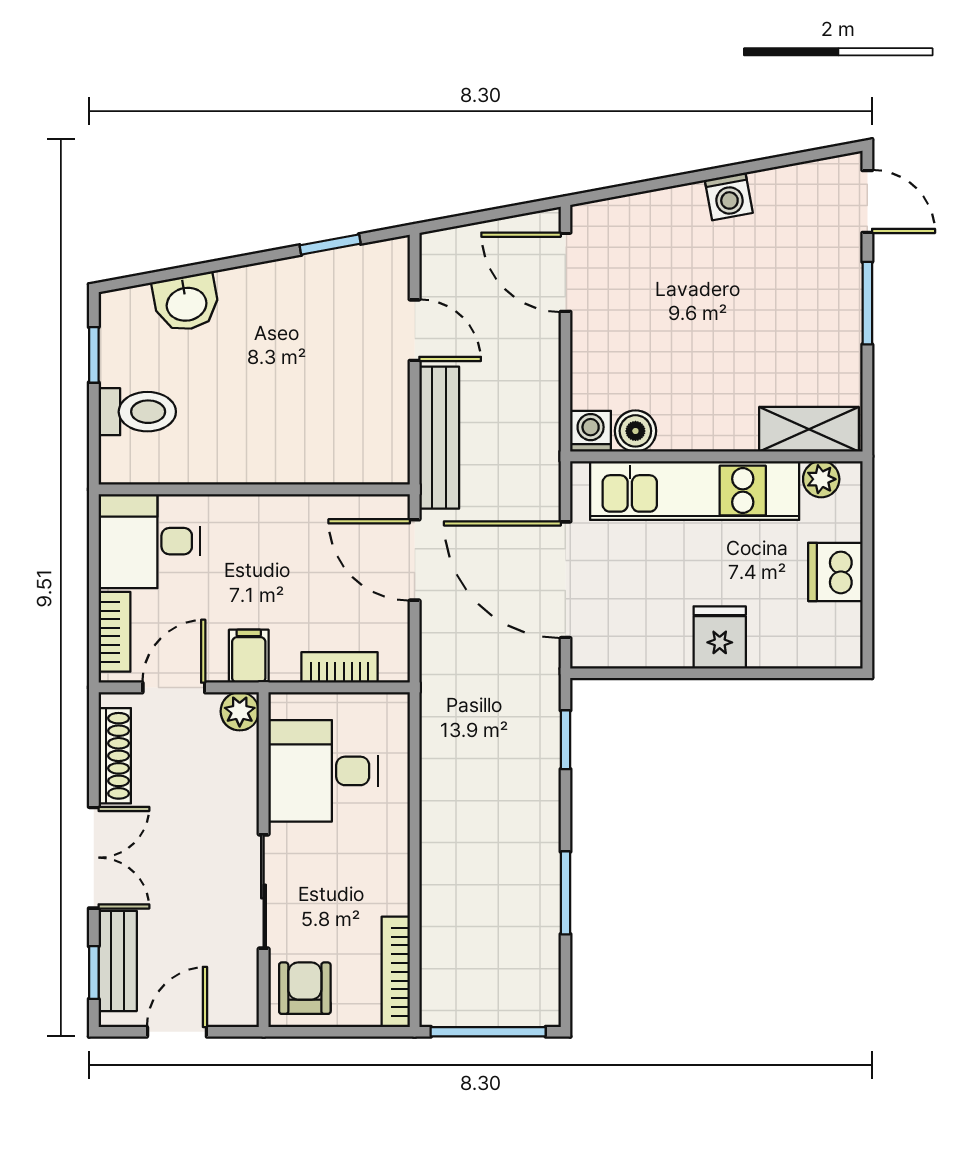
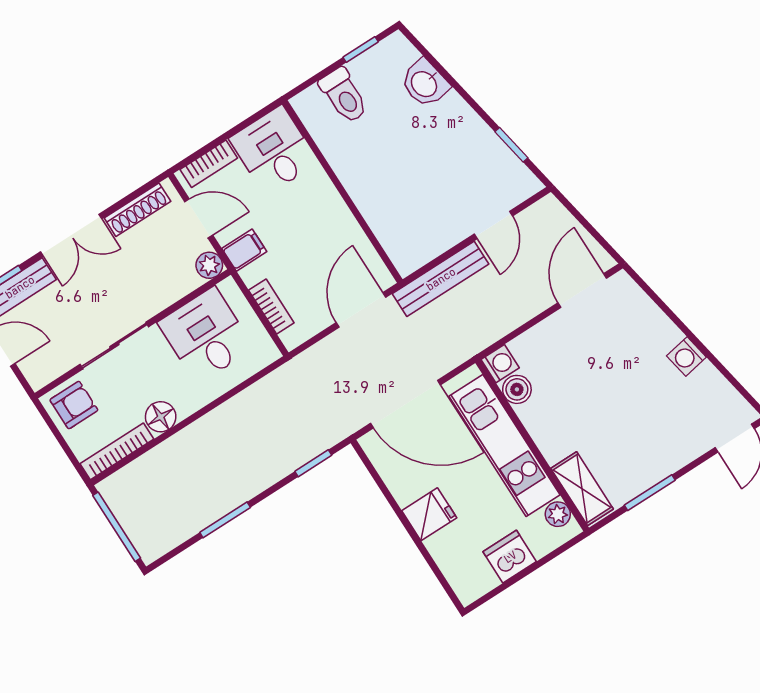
window: (867, 303) -> (650, 493), moved
door: (565, 580) -> (405, 404), swing flipped
floor lamp: (388, 891) -> (161, 417), added

